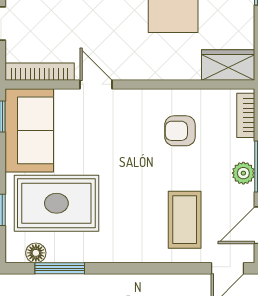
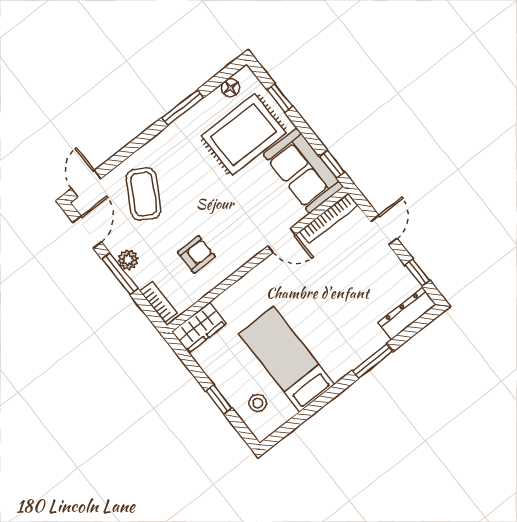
coffee table: (185, 220) -> (144, 194), turned 30
window: (60, 268) -> (183, 108), moved

